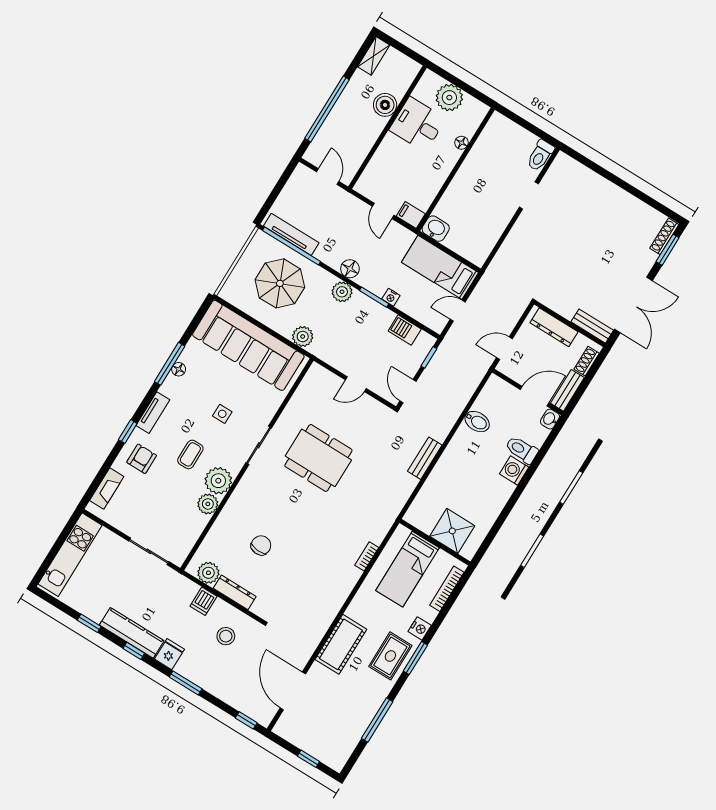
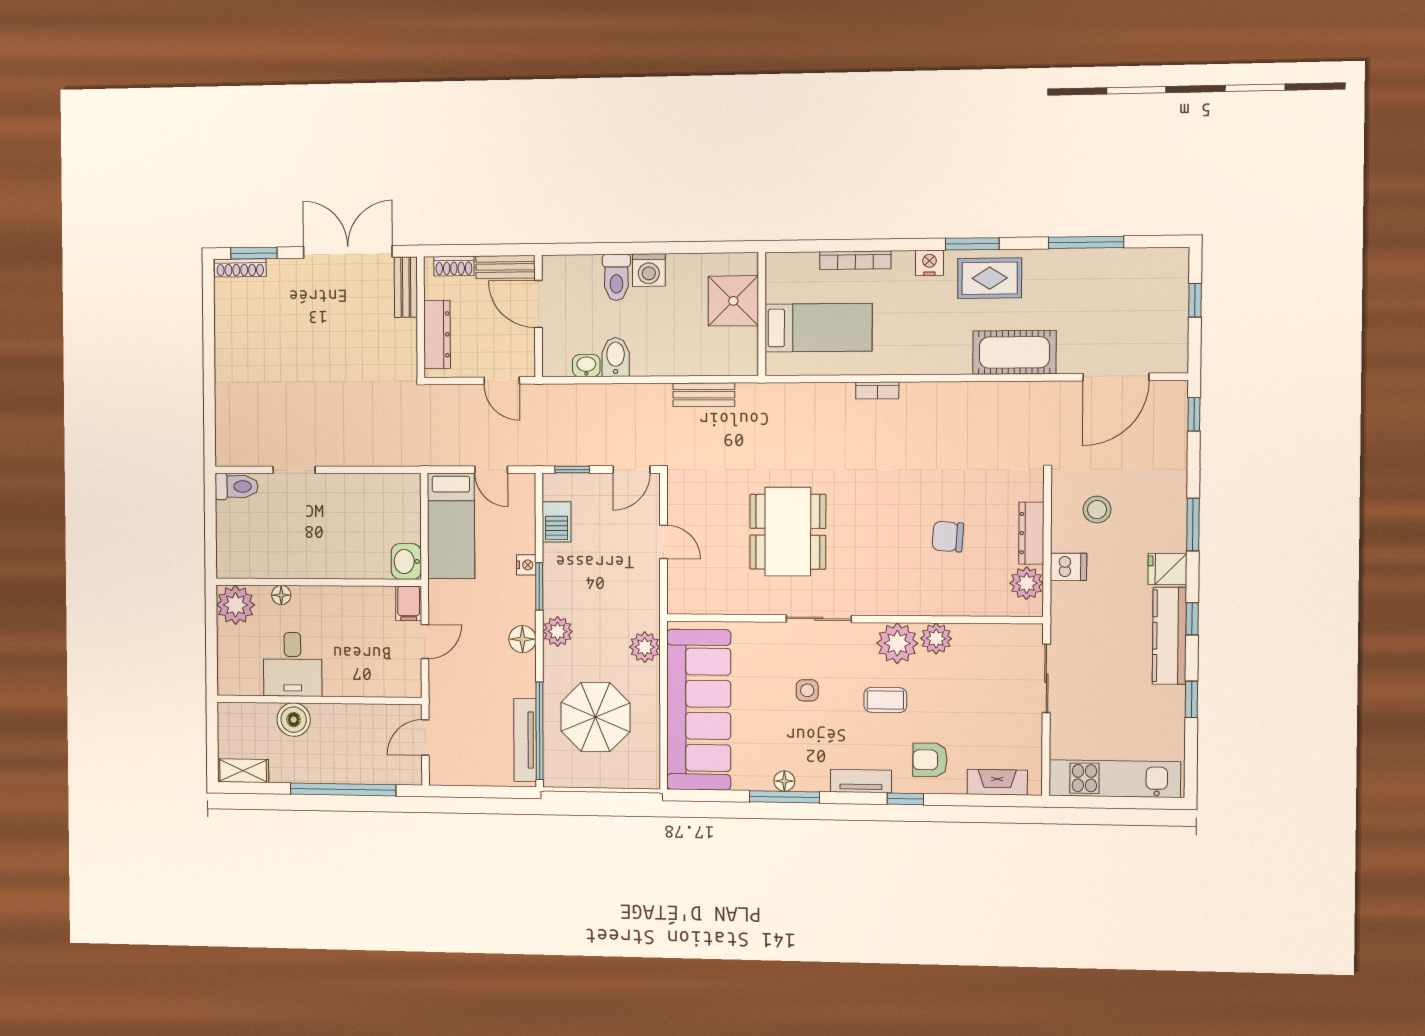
plant: (449, 98) -> (236, 605), moved
washbasin: (550, 419) -> (586, 366), moved, turned 180
shower: (452, 531) -> (733, 301), moved
wall: (435, 542) -> (762, 314), moved
bed: (408, 569) -> (818, 328), moved

